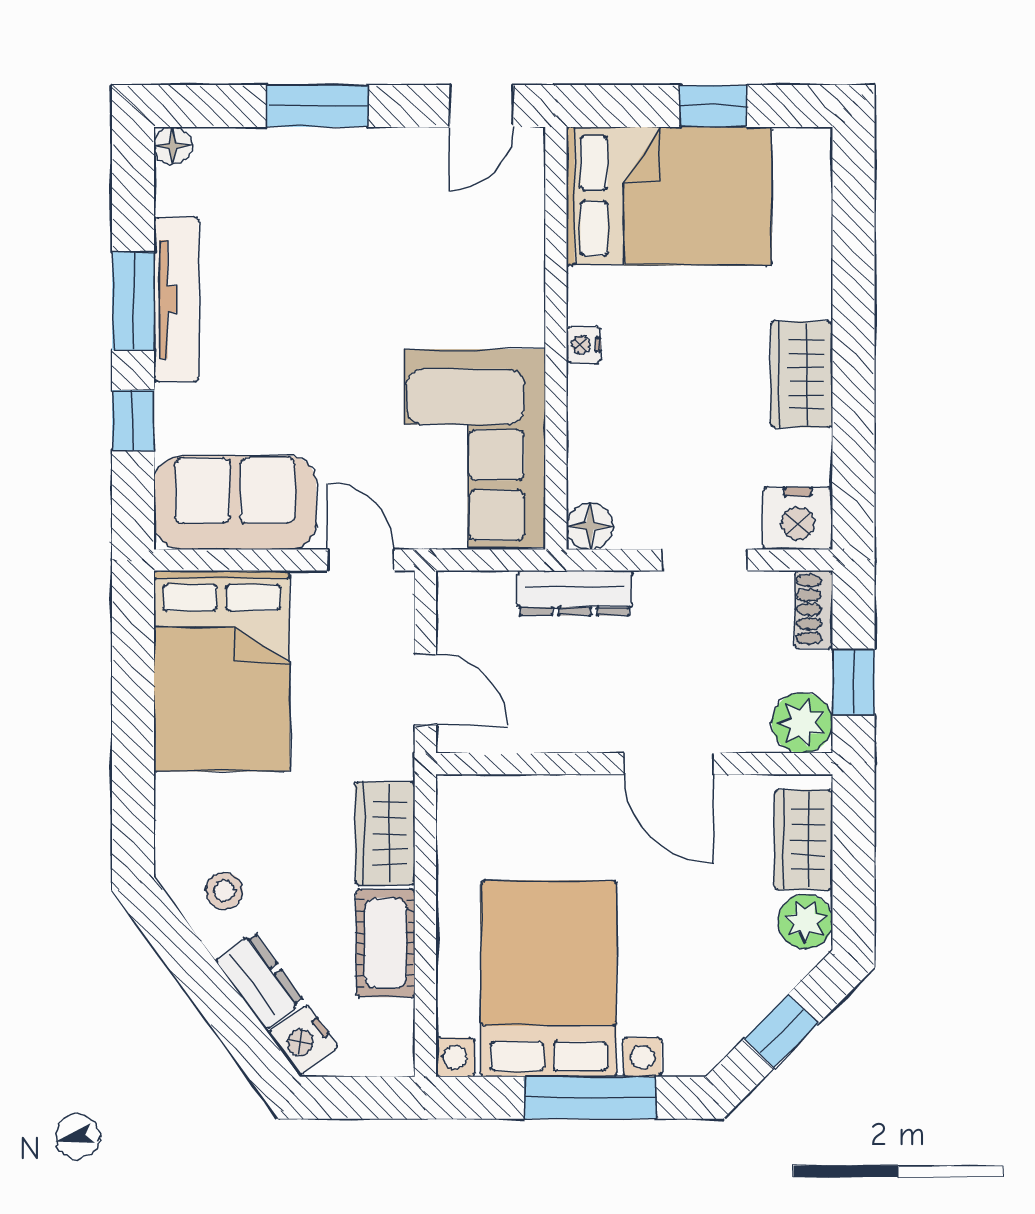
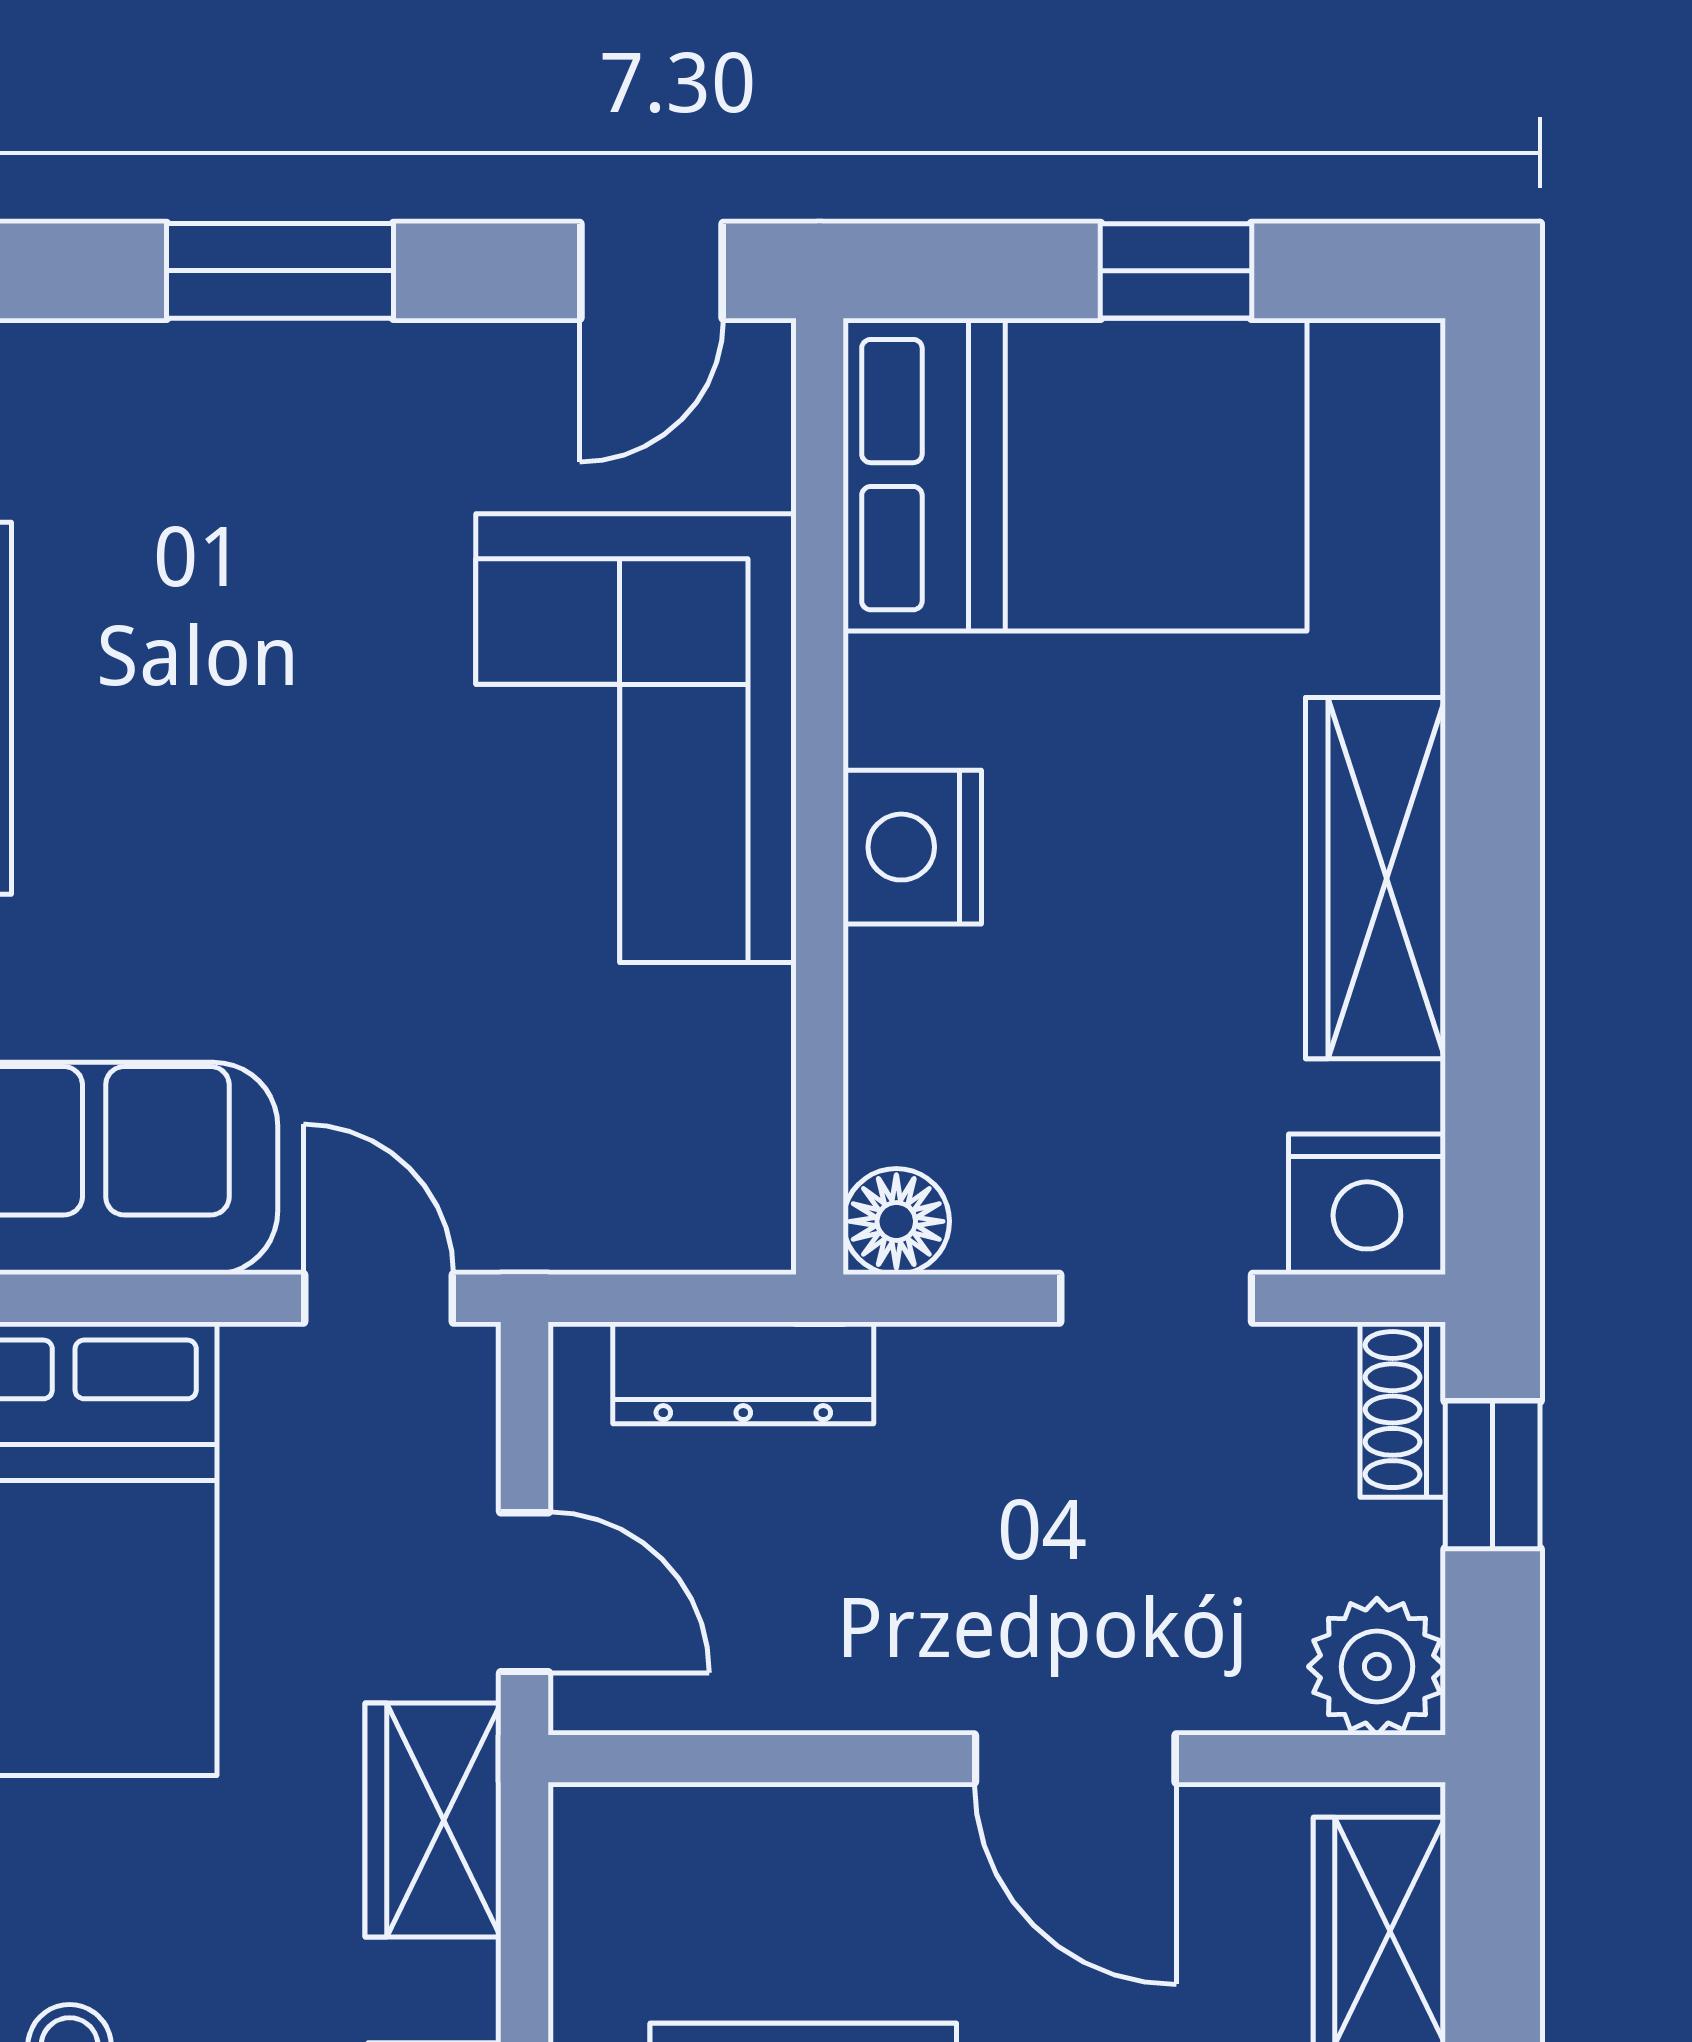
nightstand: (583, 345) -> (912, 847), width x1.89, depth x1.79
wardrobe: (802, 374) -> (1375, 878), width x1.50
corner sofa: (475, 448) -> (636, 738), moved
dresser: (575, 593) -> (743, 1373), moved
window: (853, 682) -> (1493, 1475), moved
wardrobe: (385, 833) -> (433, 1820), moved

